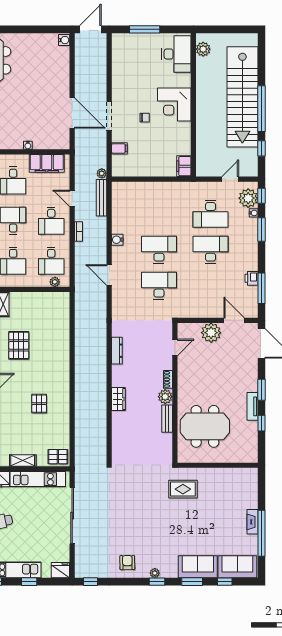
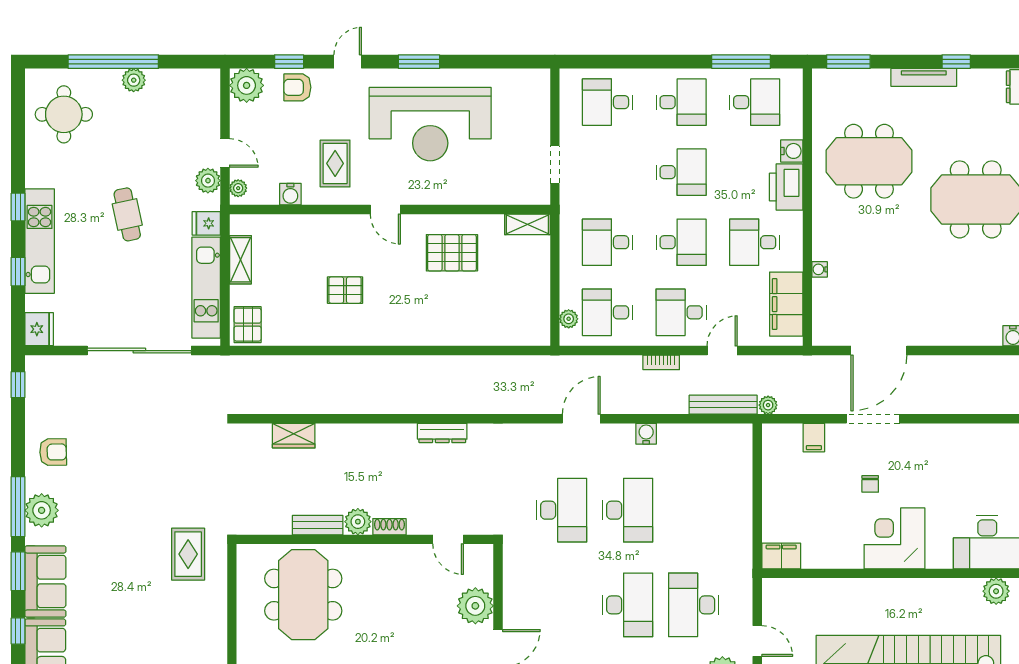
wardrobe: (118, 399) -> (294, 436), moved
plant: (155, 573) -> (42, 510), width x1.88, depth x1.88
window: (157, 582) -> (18, 507), width x2.17

